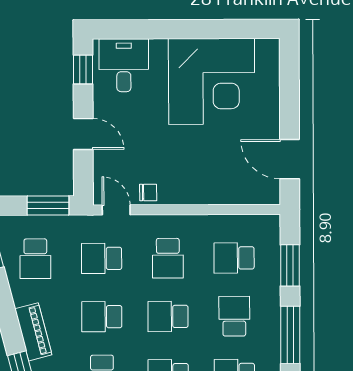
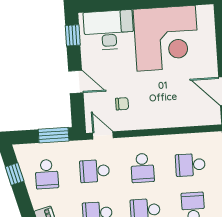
desk: (124, 65) -> (109, 30), width x1.37
chair: (148, 193) -> (122, 104), moved

